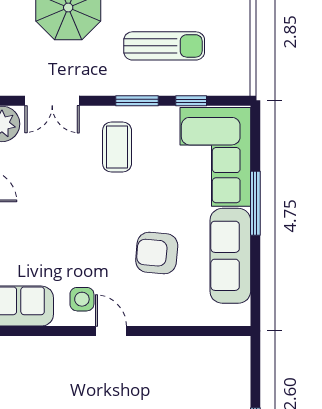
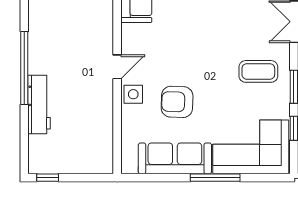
armchair: (157, 253) -> (177, 102), turned -93
side table: (82, 299) -> (133, 94), moved

